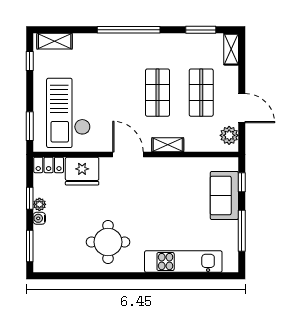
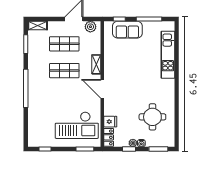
shelving: (55, 41) -> (33, 134), removed
door: (128, 155) -> (102, 89), hinge flipped
fridge: (82, 171) -> (110, 122), width x0.53, depth x0.75
round table: (108, 242) -> (152, 117), moved

